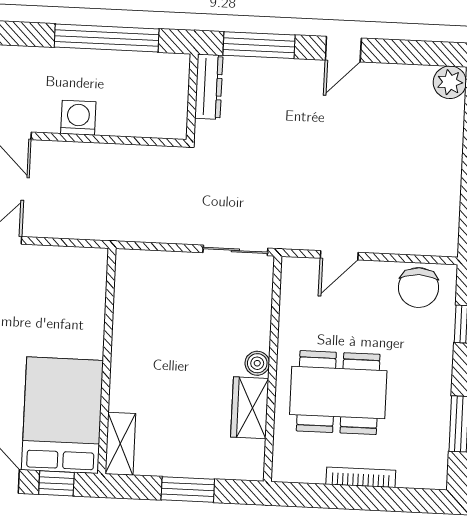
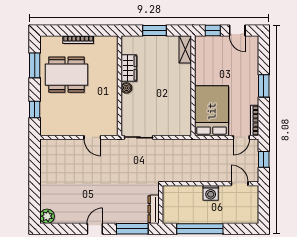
door: (339, 255) -> (92, 137), swing flipped
chair: (418, 288) -> (57, 125), removed
dining table: (338, 393) -> (67, 75), moved
bed: (62, 415) -> (212, 111), moved, turned 180

